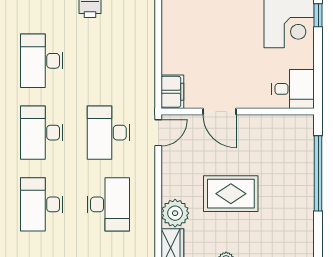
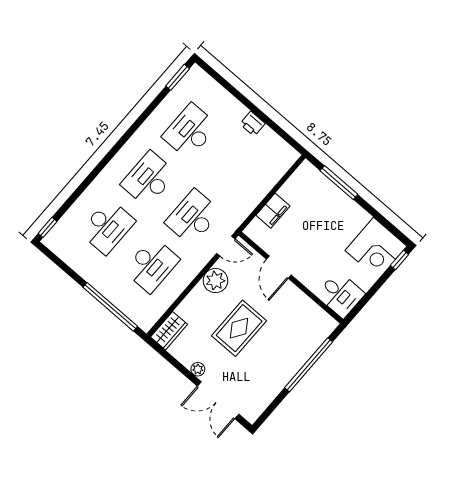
filing cabinet: (172, 92) -> (273, 211), moved
rug: (231, 194) -> (239, 328), turned 90
desk: (42, 204) -> (107, 227), turned 180
plant: (175, 213) -> (215, 281), moved

